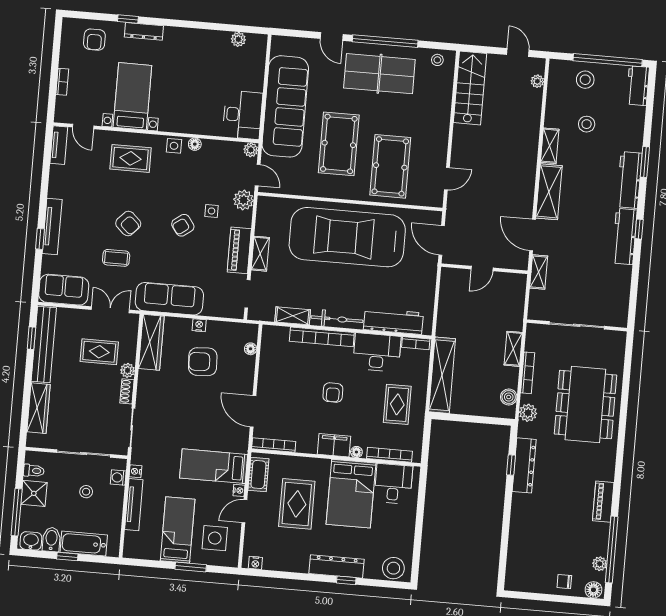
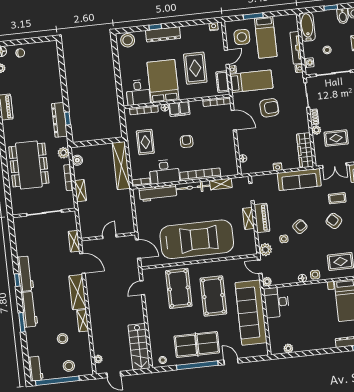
armchair: (203, 362) -> (269, 108), moved
bathtub: (84, 544) -> (307, 27), moved, turned -90

